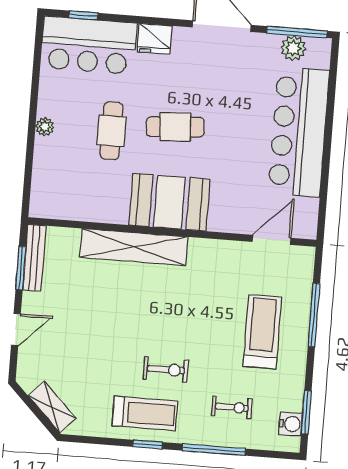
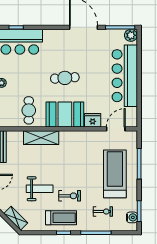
fridge: (155, 39) -> (93, 120), moved, turned 180
plant: (293, 48) -> (131, 35), moved
cafe table: (112, 131) -> (29, 110), moved
shelving: (134, 247) -> (41, 138), width x0.68
treadmill: (262, 332) -> (115, 174), width x1.37, depth x1.38
weight bench: (106, 350) -> (40, 189), added

